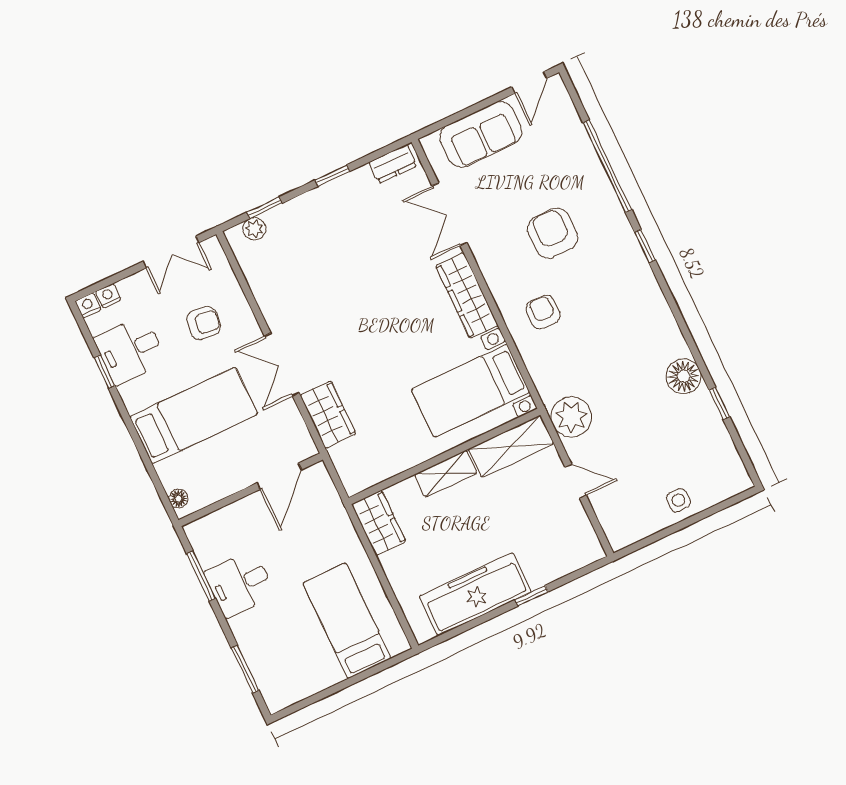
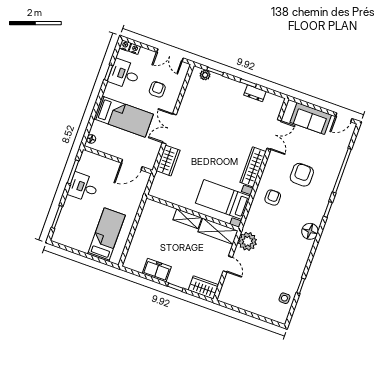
dresser: (393, 164) -> (255, 93), moved
double door: (449, 214) -> (274, 135), swing flipped
armchair: (204, 323) -> (157, 89), turned -97
floor lamp: (684, 376) -> (310, 231), moved
side table: (678, 500) -> (284, 298), moved
wardrobe: (379, 523) -> (203, 287), moved, turned -90
freezer: (475, 594) -> (157, 270), width x0.52, depth x0.79

